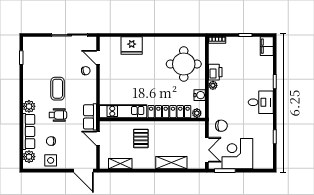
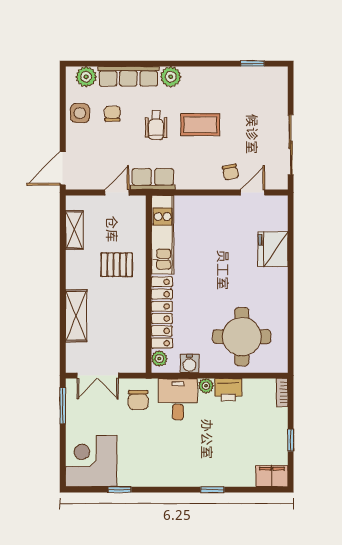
desk: (261, 102) -> (178, 399), moved, turned 180
corner desk: (237, 154) -> (91, 461), moved, turned -90

